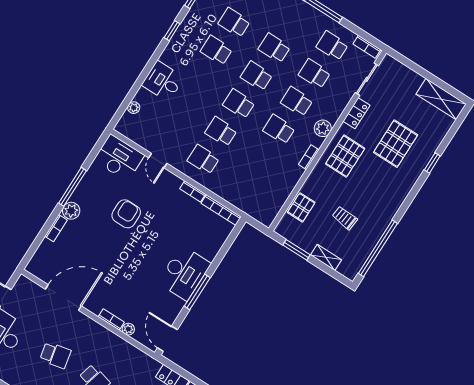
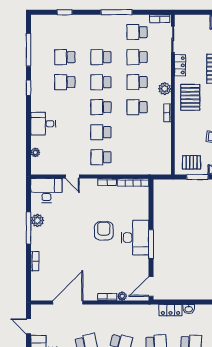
pallet: (301, 207) -> (191, 162), moved, turned 90
plant: (71, 211) -> (37, 220), moved
armchair: (126, 214) -> (104, 231), moved
door: (167, 339) -> (151, 286), hinge flipped

